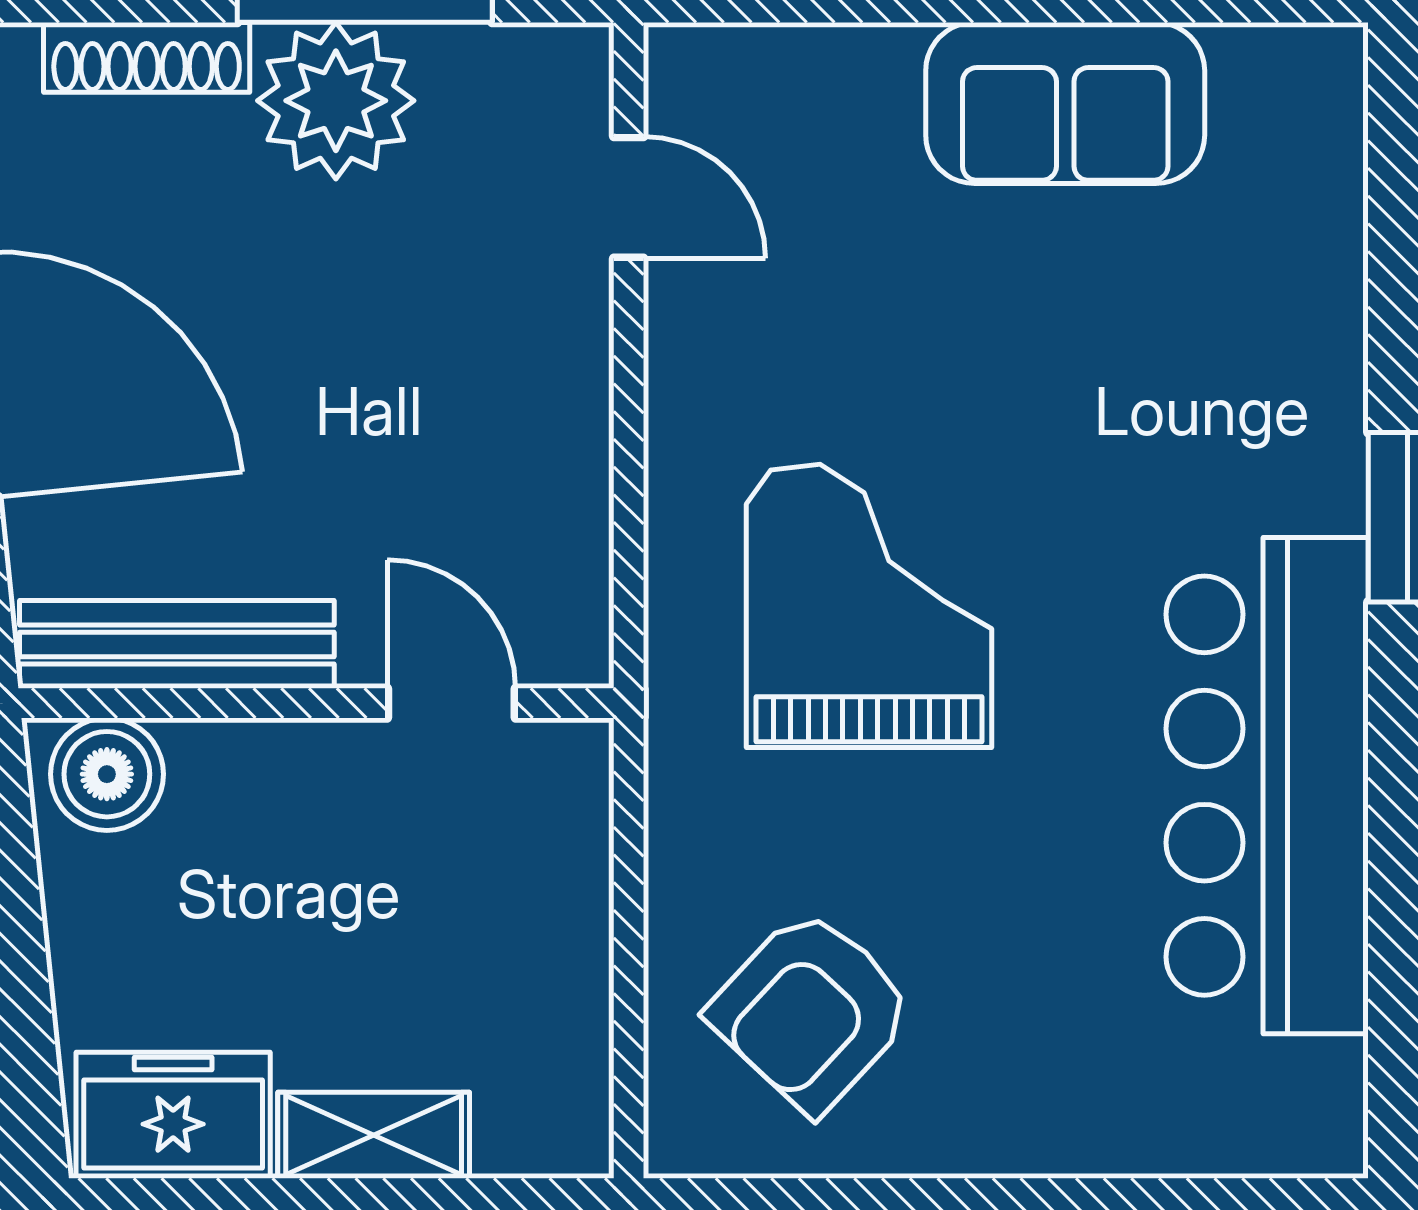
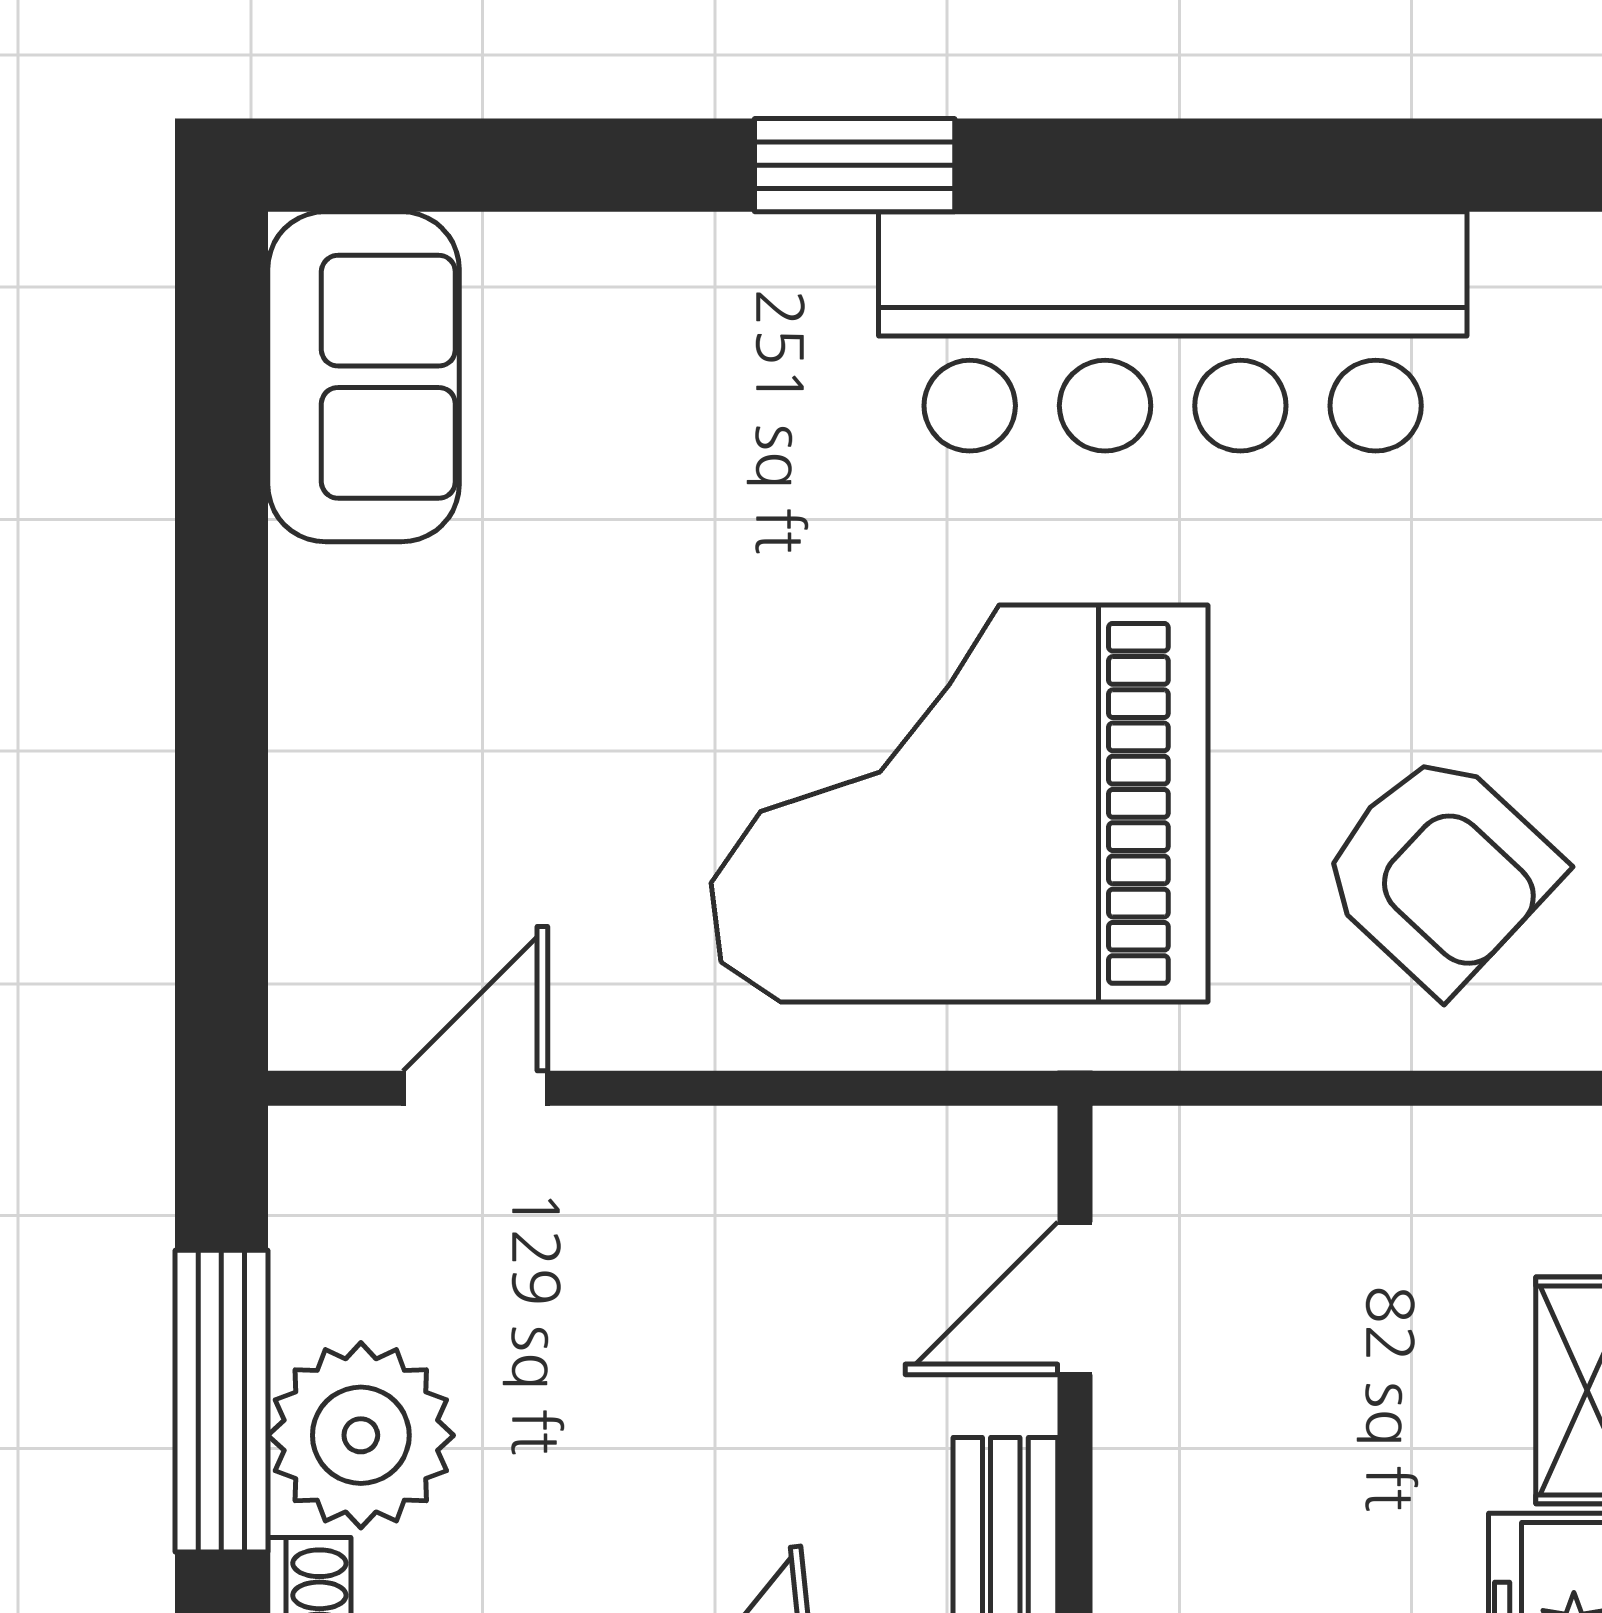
sofa: (1065, 103) -> (363, 377), moved
grand piano: (869, 606) -> (960, 803), width x1.37, depth x1.48

